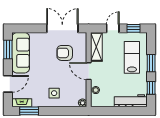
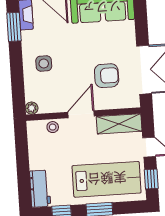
armchair: (65, 53) -> (107, 76), turned 90
lab bench: (132, 57) -> (107, 179), width x1.36, depth x1.39
workbench: (131, 101) -> (40, 189), width x0.73

